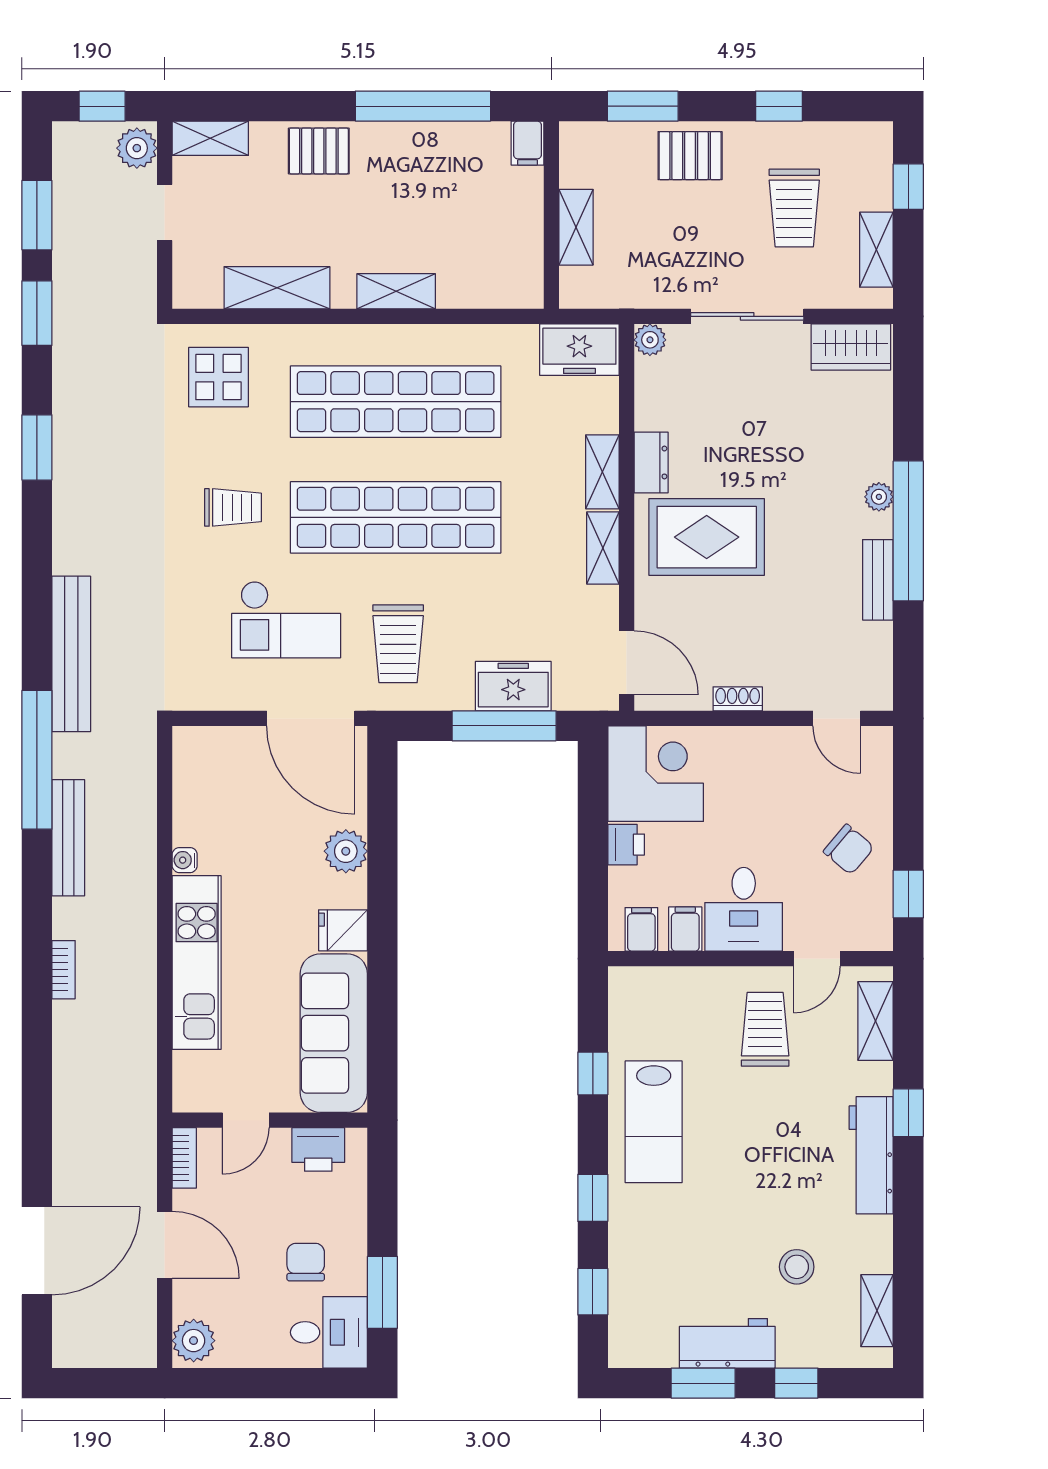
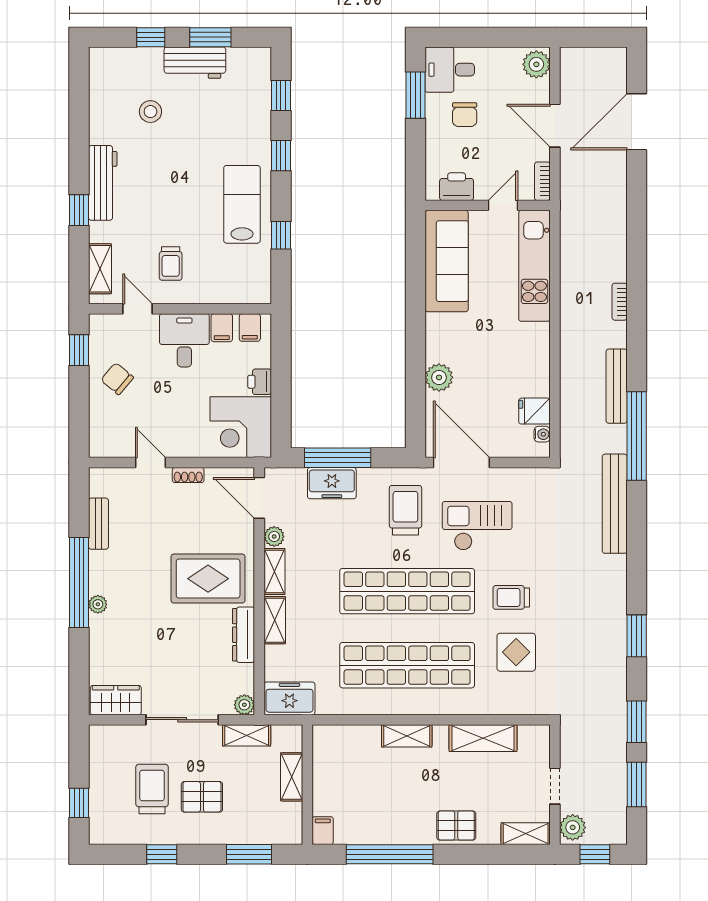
pallet: (690, 156) -> (202, 797), moved
shelving: (876, 250) -> (247, 735), moved, turned 90
display table: (218, 377) -> (516, 652), moved
dresser: (651, 462) -> (244, 635), width x1.44
bench: (878, 580) -> (98, 524), moved
plant: (603, 603) -> (274, 536), added
door: (837, 718) -> (151, 463), moved
water cooler: (185, 860) -> (542, 434), moved
fridge: (343, 930) -> (534, 411), moved, turned 180
door: (817, 959) -> (138, 309), hinge flipped
kitchen unit: (197, 963) -> (534, 266), moved
trolley: (765, 1029) -> (171, 264), width x0.73, depth x0.72
shelving: (877, 1311) -> (99, 83), removed

